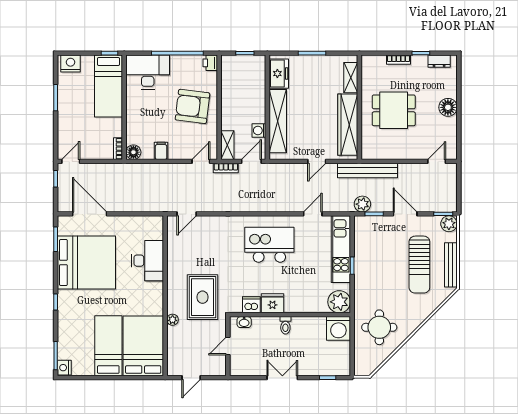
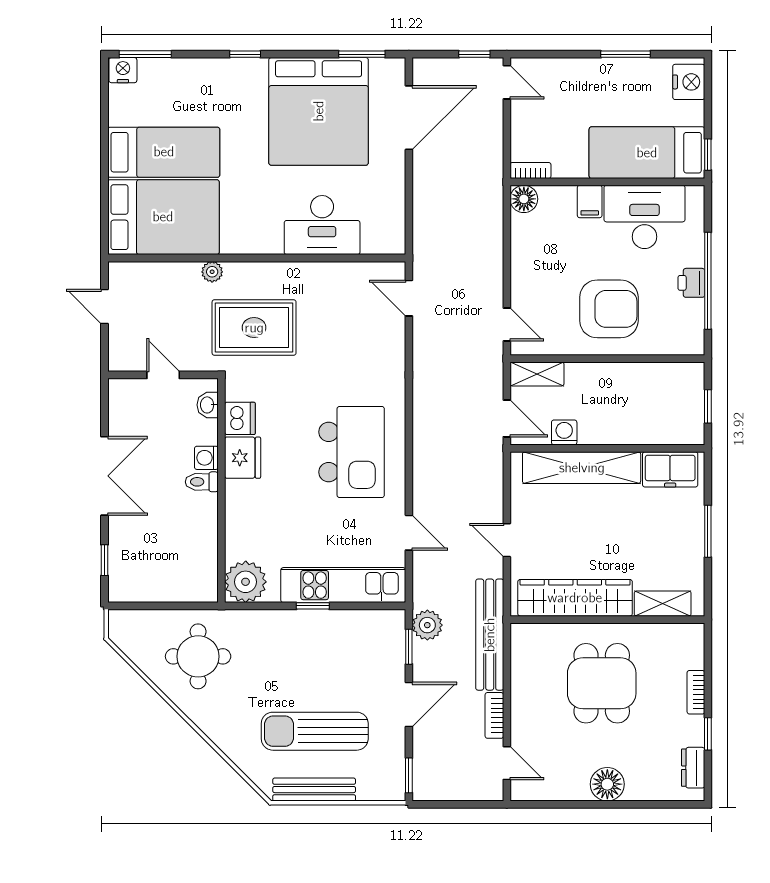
printer: (210, 63) -> (691, 283), moved, turned -90
desk: (148, 72) -> (645, 217), moved, turned -90
armchair: (192, 106) -> (609, 309), turned 83
filing cabinet: (161, 151) -> (590, 201), moved, turned 90
bookcase: (226, 168) -> (494, 715), moved
plant: (449, 224) -> (391, 786), removed
washing machine: (338, 328) -> (206, 458), moved, width x0.53, depth x0.53
double door: (282, 378) -> (105, 476), width x1.37

